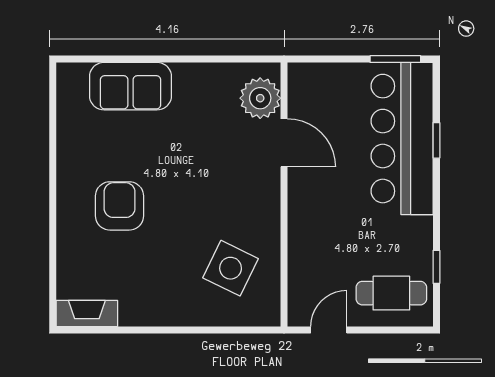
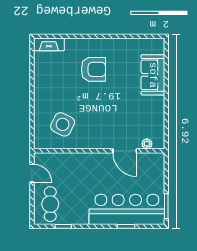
plant: (260, 98) -> (147, 144), width x0.53, depth x0.53
door: (284, 143) -> (125, 151), hinge flipped
fireplace: (87, 313) -> (49, 44), moved, turned 90

